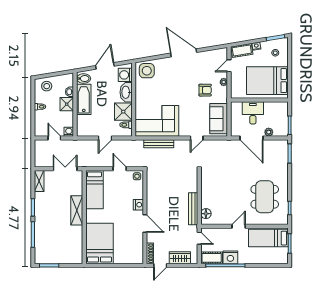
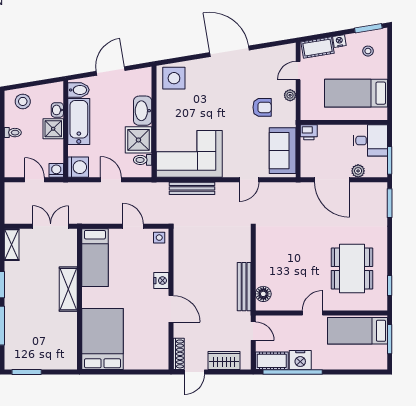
washing machine: (125, 75) -> (78, 167), moved, turned 180
bed: (267, 81) -> (356, 93), width x0.67
printer: (236, 107) -> (309, 132), added
desk: (253, 113) -> (370, 140), moved, turned 90
door: (105, 138) -> (111, 180), swing flipped

